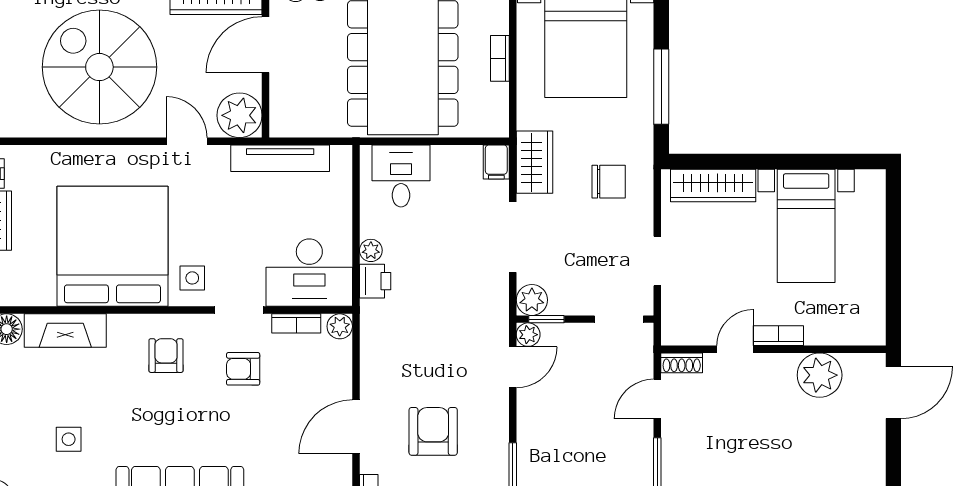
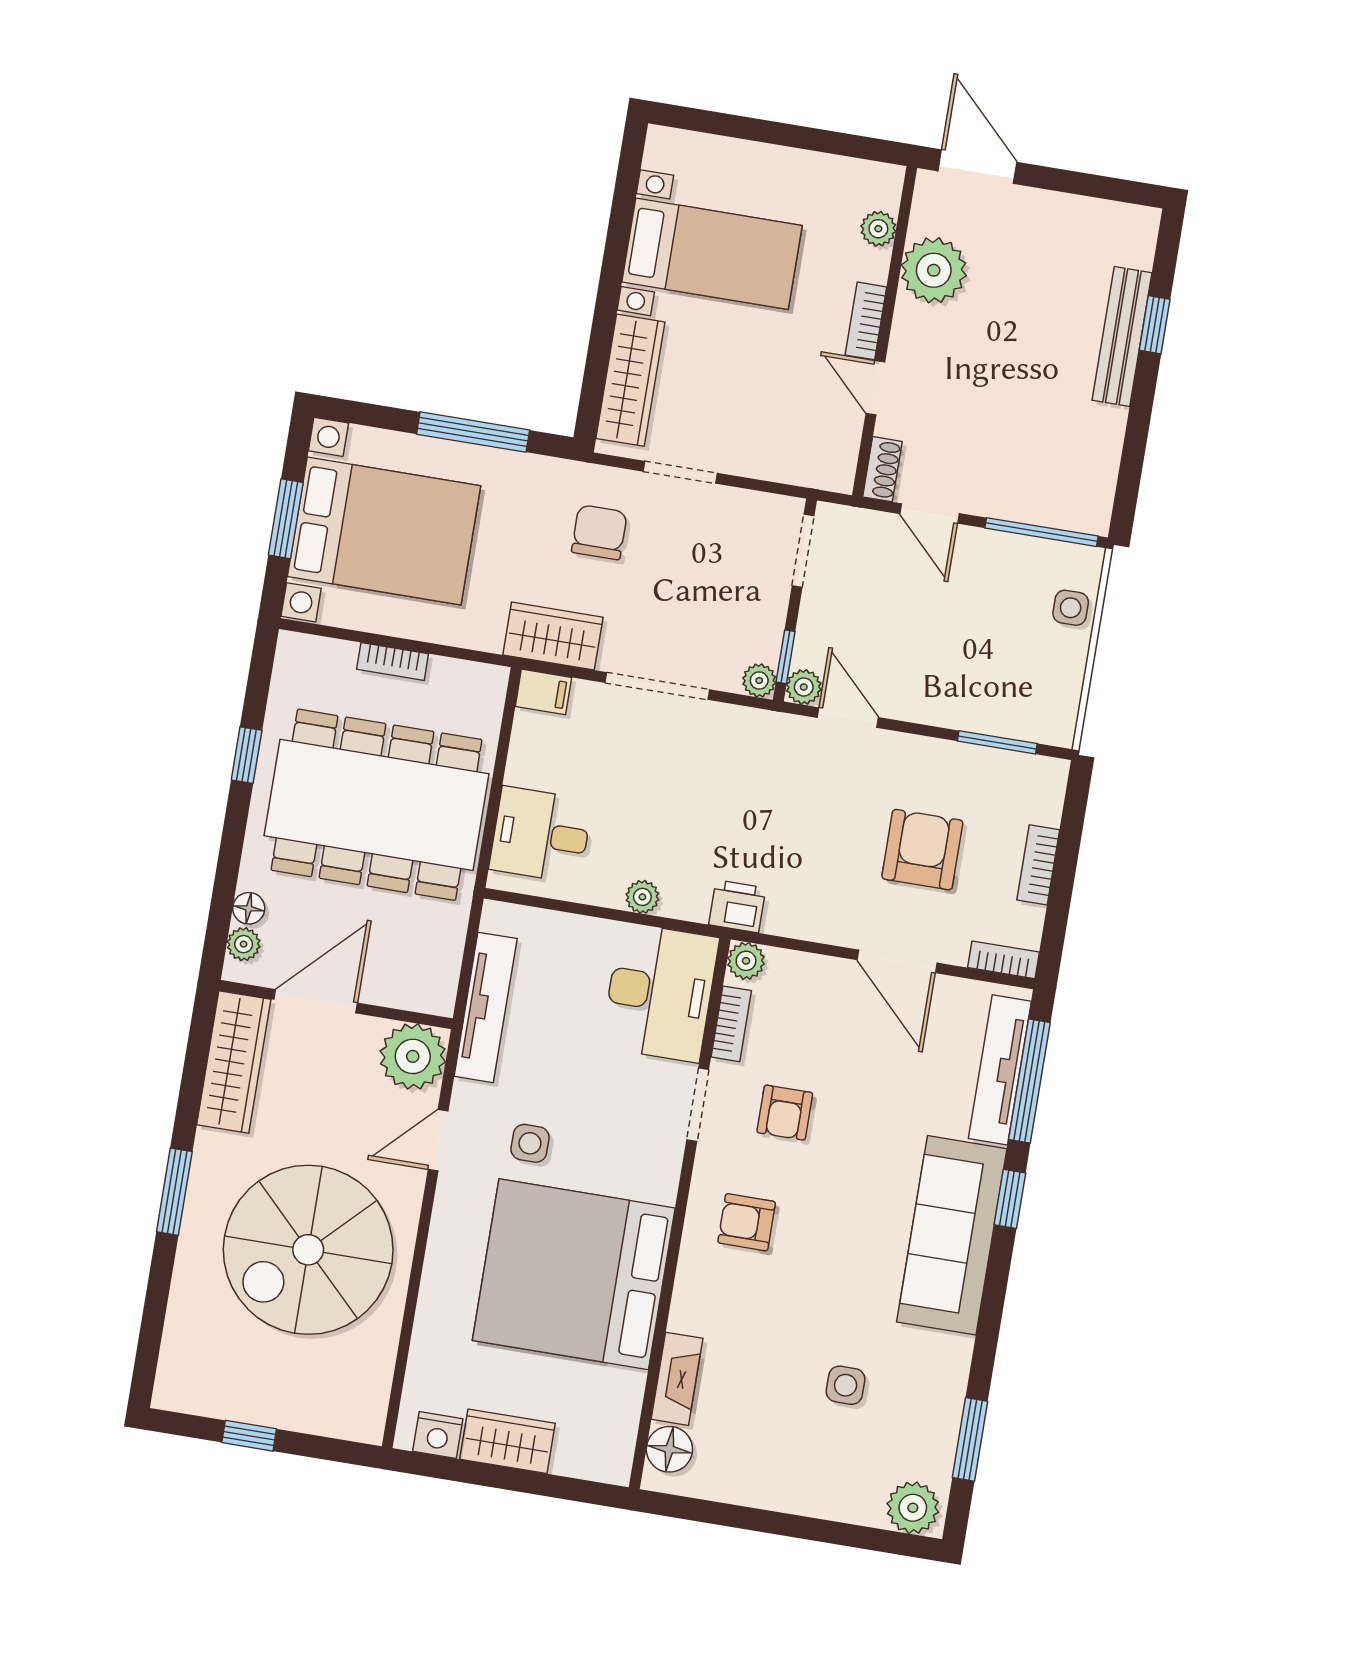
door: (266, 45) -> (316, 1001), swing flipped
doorway: (657, 261) -> (680, 472), moved
side table: (192, 278) -> (530, 1143), moved
printer: (375, 281) -> (737, 906), moved
plant: (532, 300) -> (759, 680), width x0.73, depth x0.73
fireplace: (65, 330) -> (677, 1379), width x0.73, depth x0.76
plant: (841, 334) -> (878, 229), added
armchair: (433, 431) -> (922, 850), turned 90

